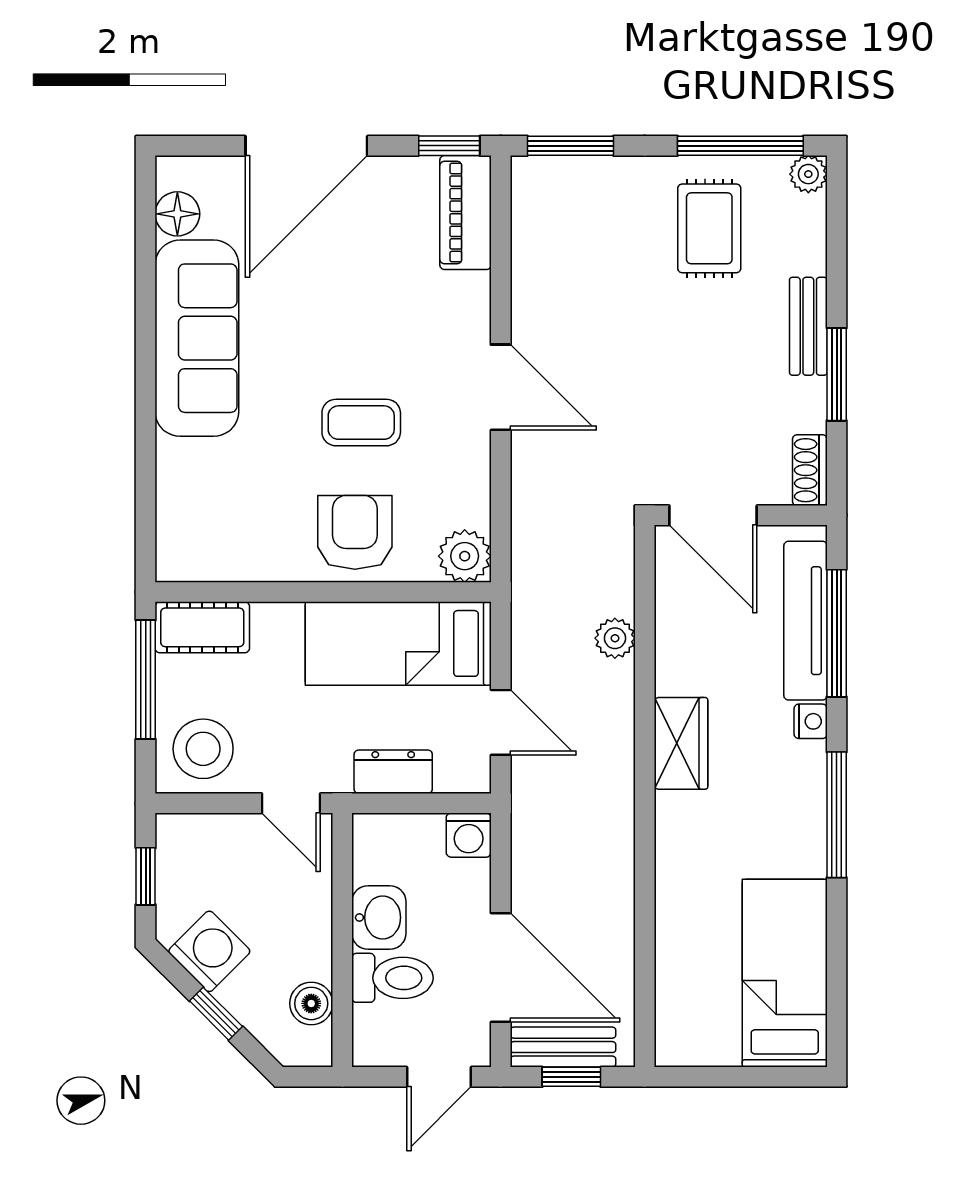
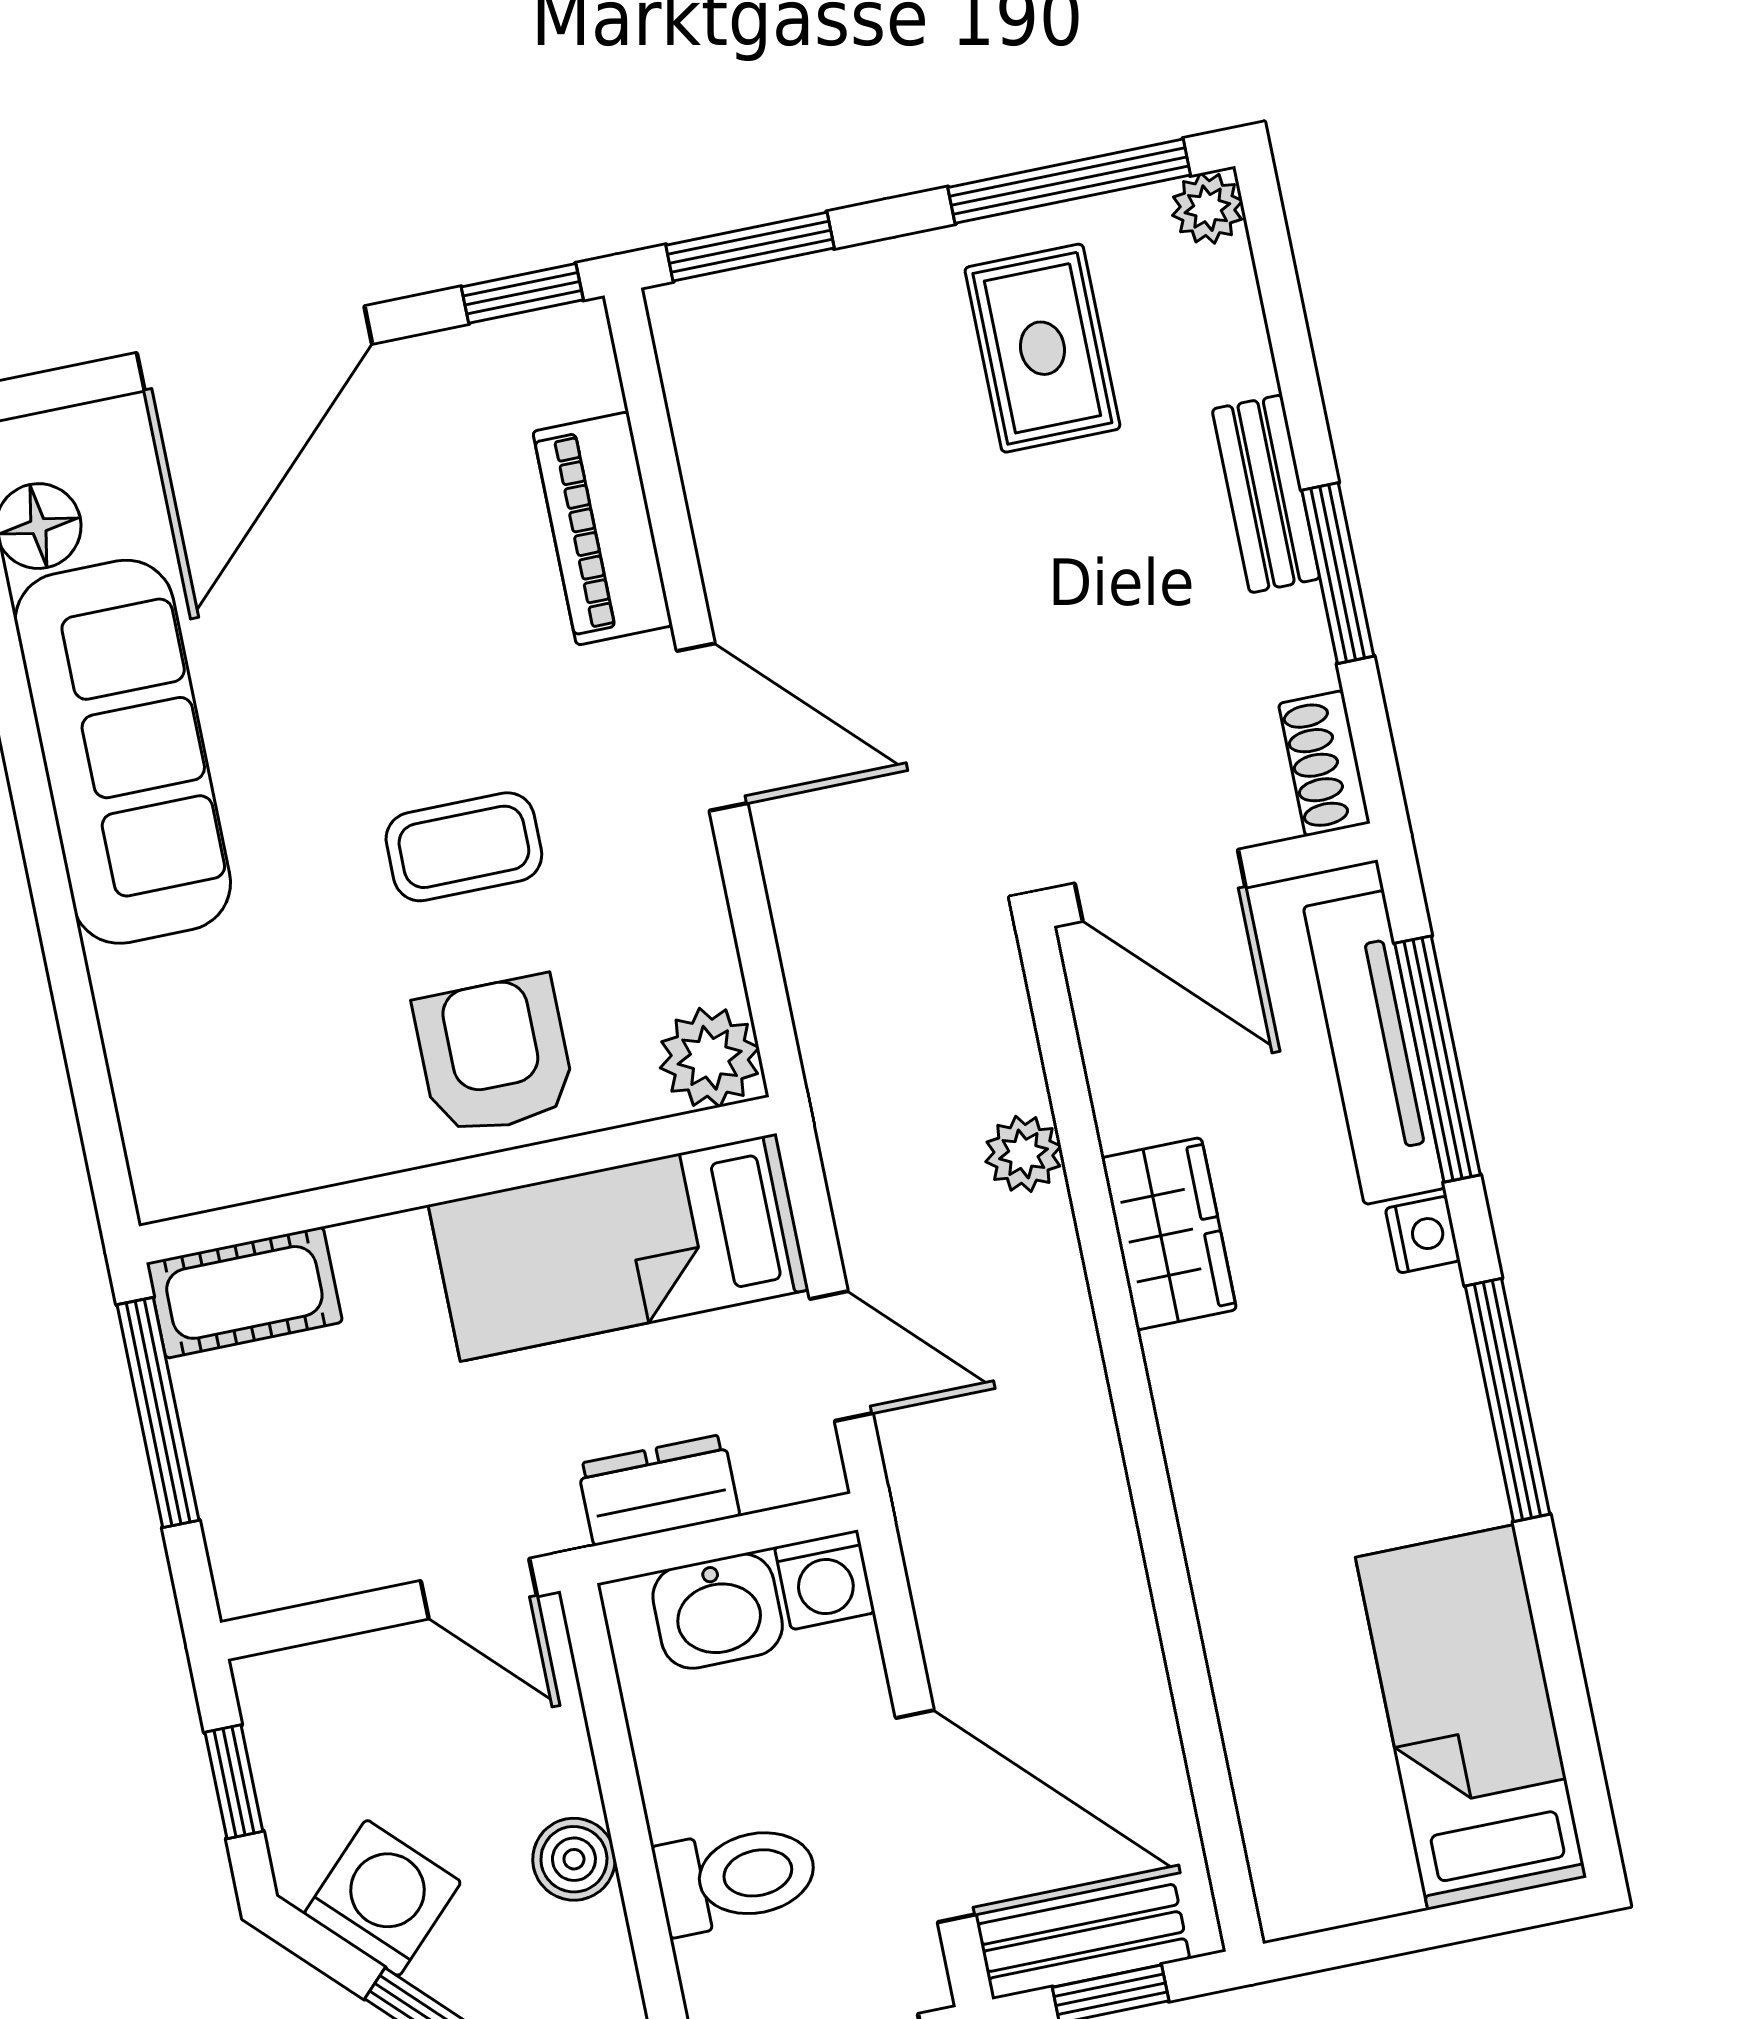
piano: (466, 213) -> (603, 529), moved
wardrobe: (681, 743) -> (1169, 1234), moved
stool: (203, 749) -> (293, 1520), removed
washbasin: (379, 917) -> (718, 1611), moved, turned 90
boiler: (311, 1003) -> (574, 1859), moved

